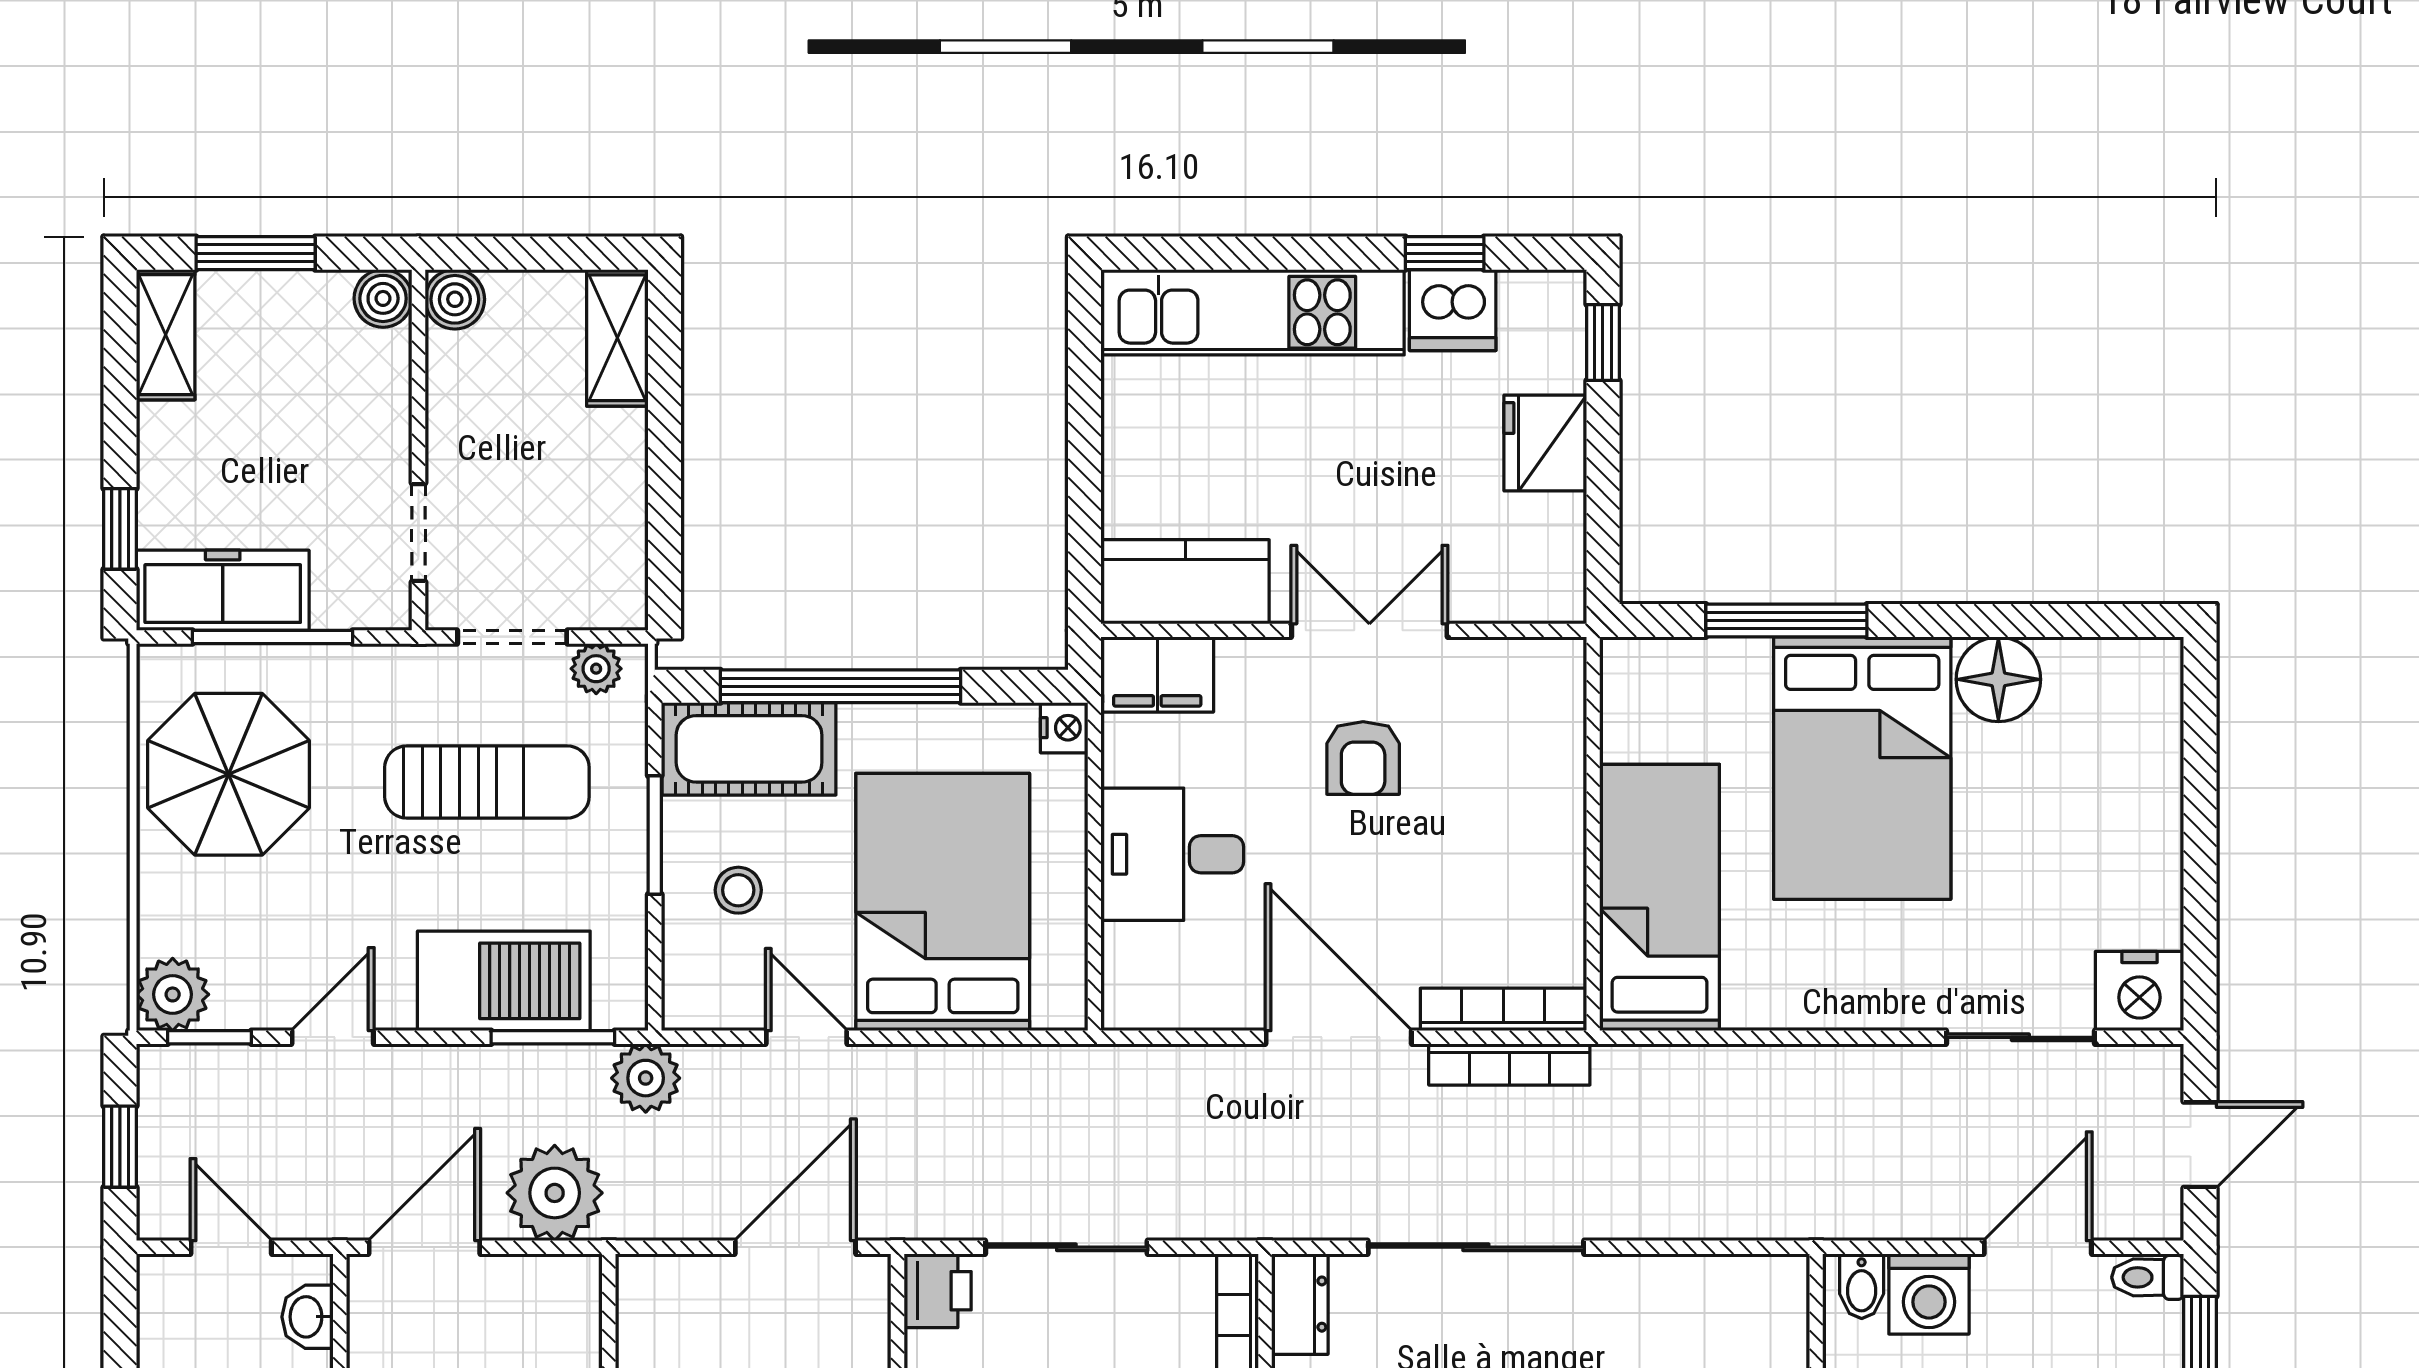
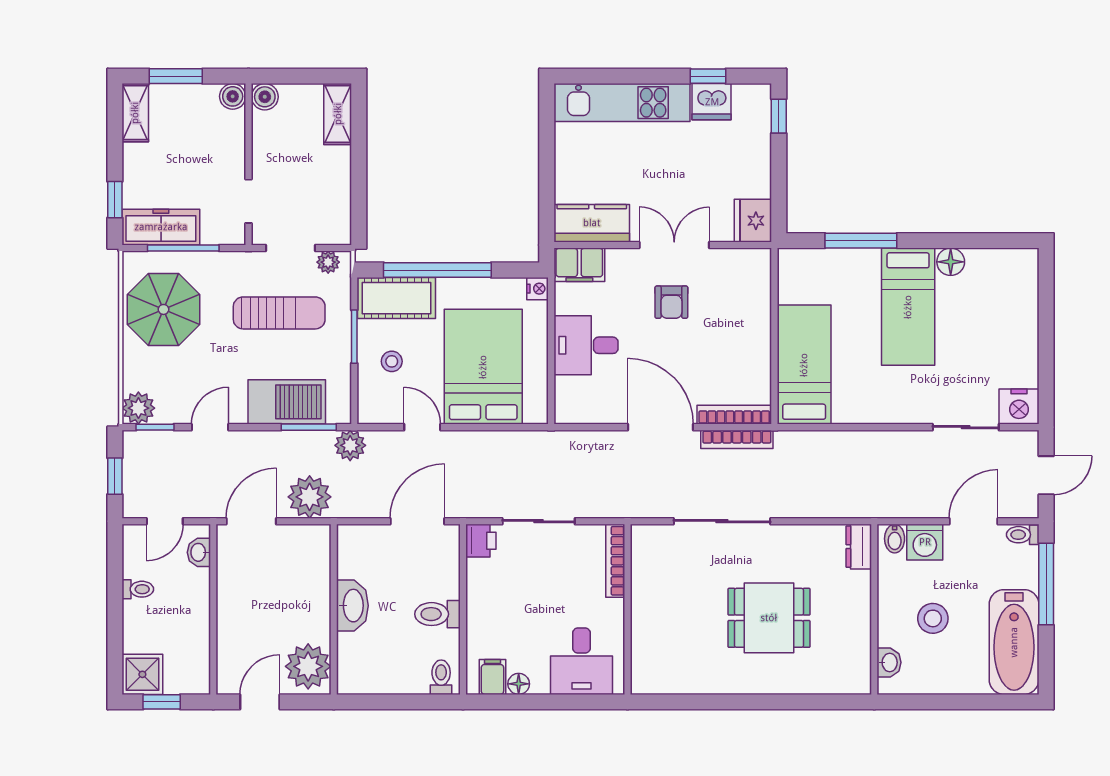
fridge: (1545, 443) -> (753, 221), moved
floor lamp: (1998, 679) -> (951, 262), width x0.73, depth x0.73
bed: (1862, 768) -> (908, 307), width x0.67
door: (231, 1247) -> (165, 521), swing flipped
dresser: (1300, 1304) -> (859, 547), moved, turned 180

